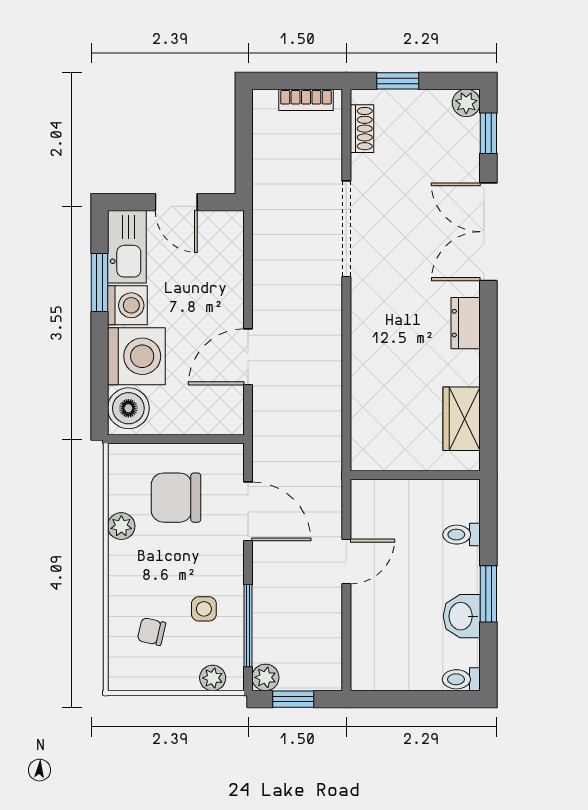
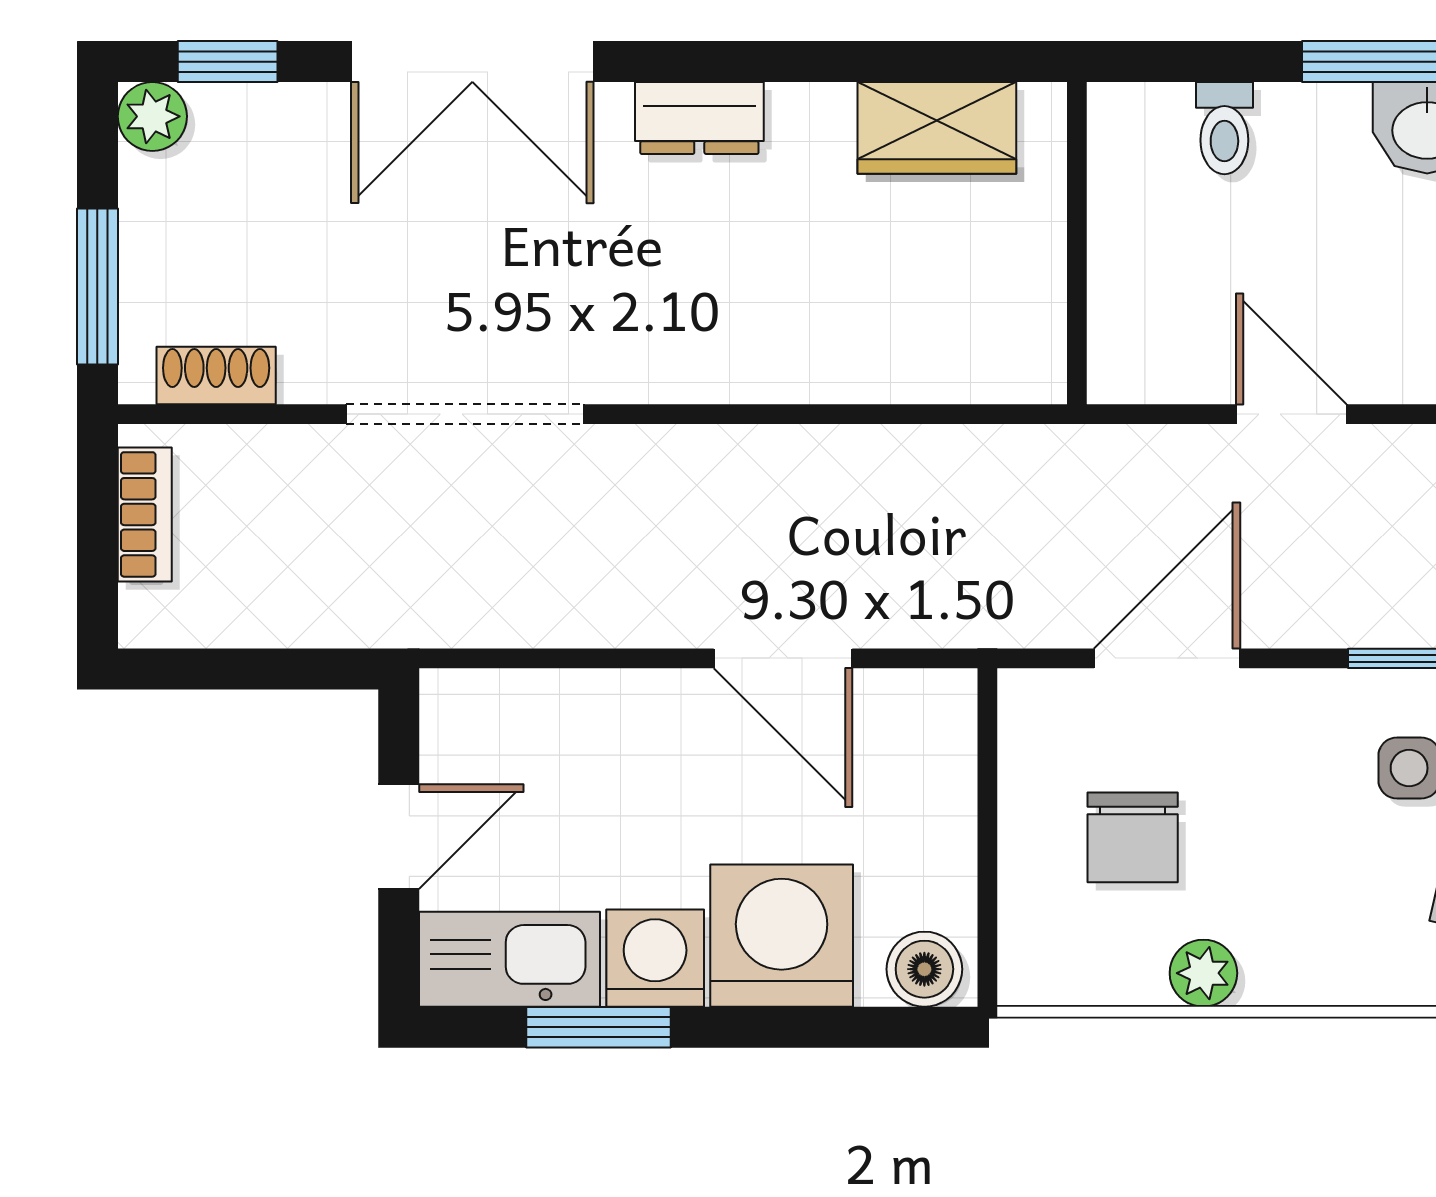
window: (398, 81) -> (97, 287), width x1.50
boiler: (128, 408) -> (924, 969), width x0.73, depth x0.73
chair: (176, 498) -> (1133, 837), width x0.73, depth x0.73

